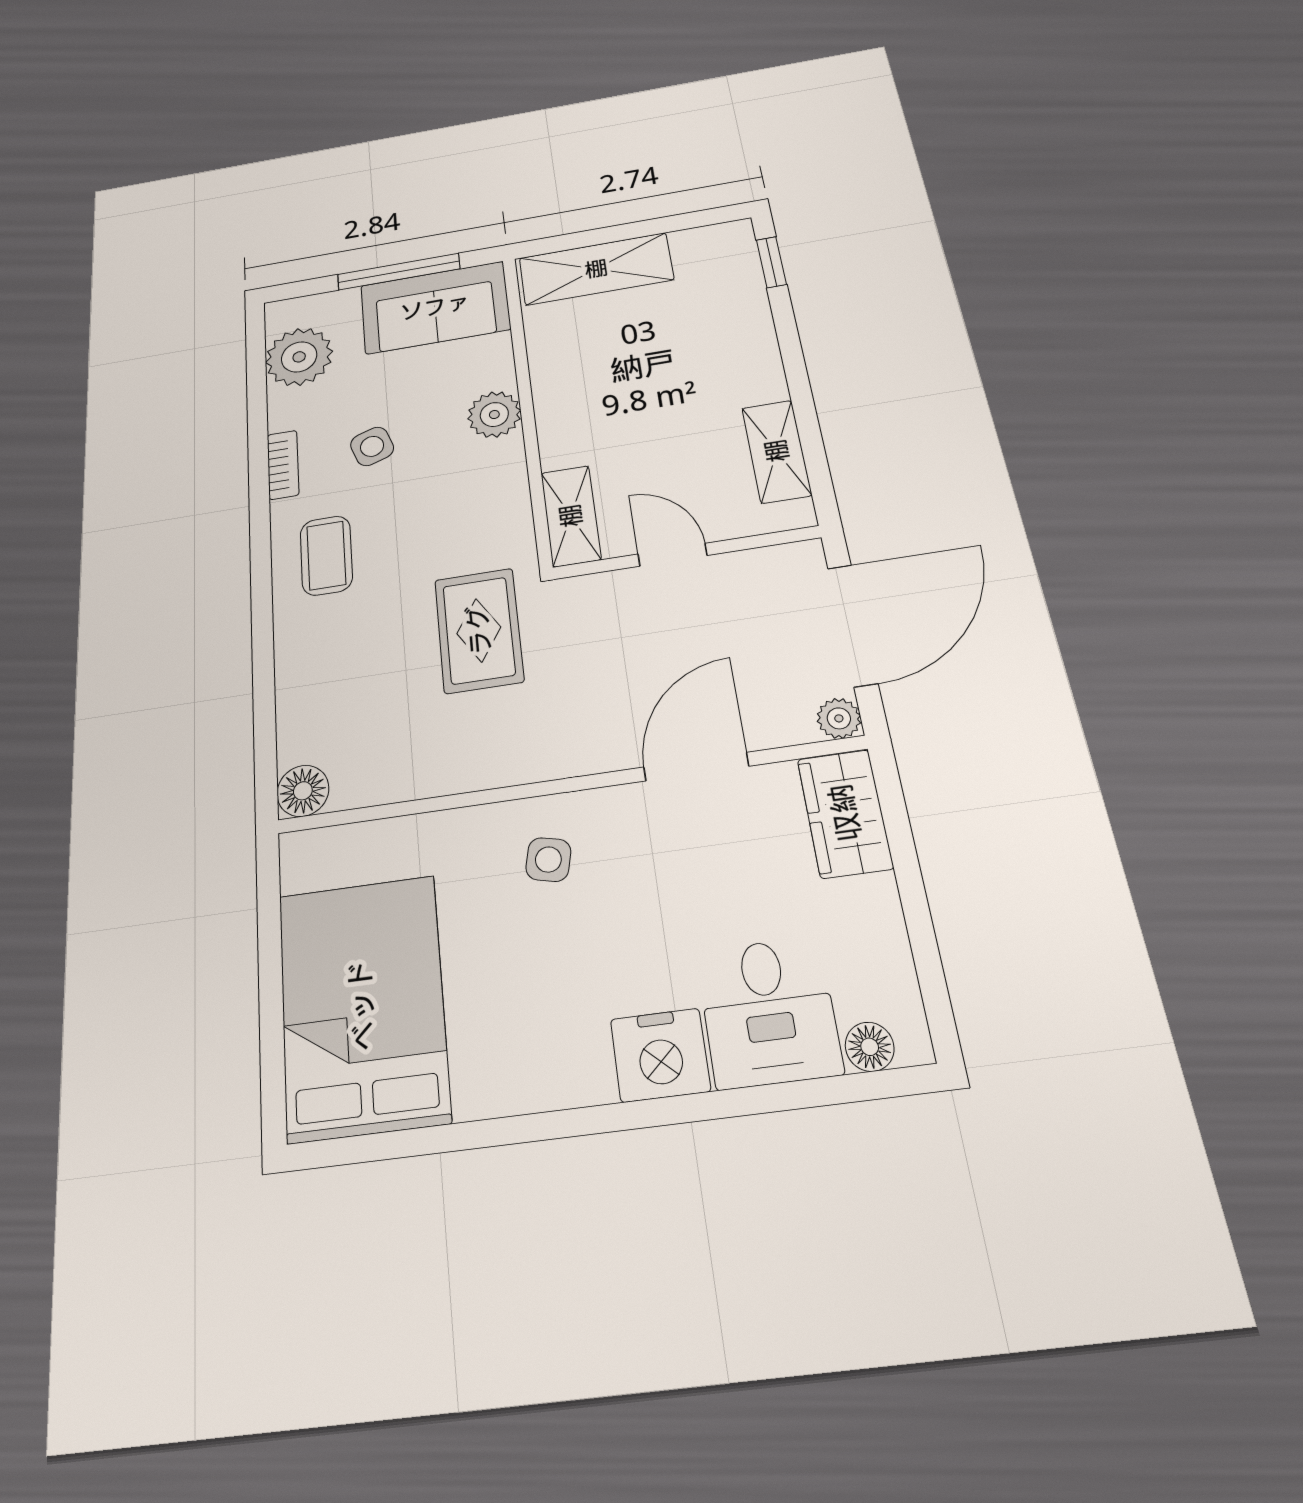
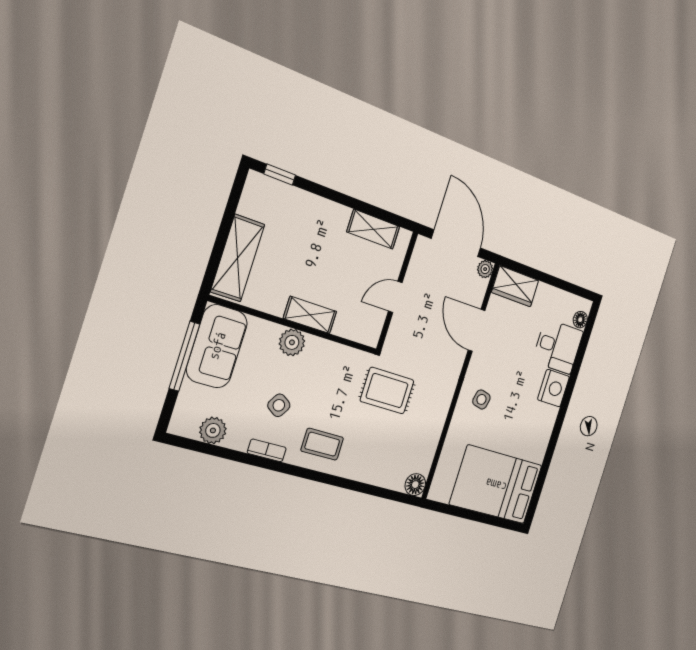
plant: (299, 357) -> (213, 430), width x0.73, depth x0.73
side table: (372, 446) -> (279, 405), turned -38
shelving: (571, 516) -> (310, 315), moved

